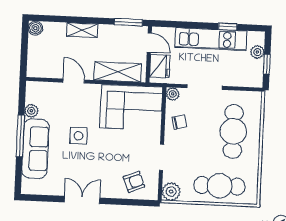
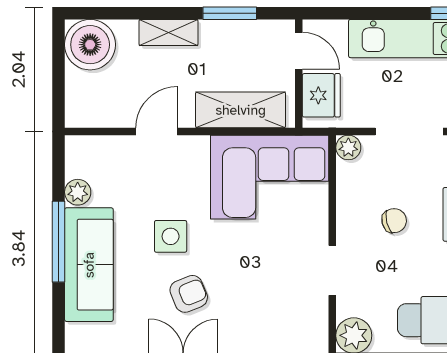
window: (128, 22) -> (230, 13), moved
boiler: (35, 28) -> (90, 45), width x1.86, depth x1.86
door: (74, 81) -> (157, 131), hinge flipped
chair: (179, 122) -> (394, 221), moved
armchair: (134, 182) -> (189, 294), moved

